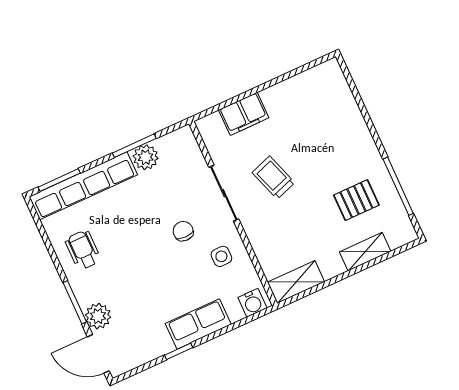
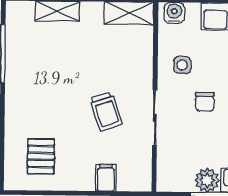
filing cabinet: (244, 114) -> (106, 178), width x0.50
pallet: (356, 200) -> (41, 156), moved, turned 90

